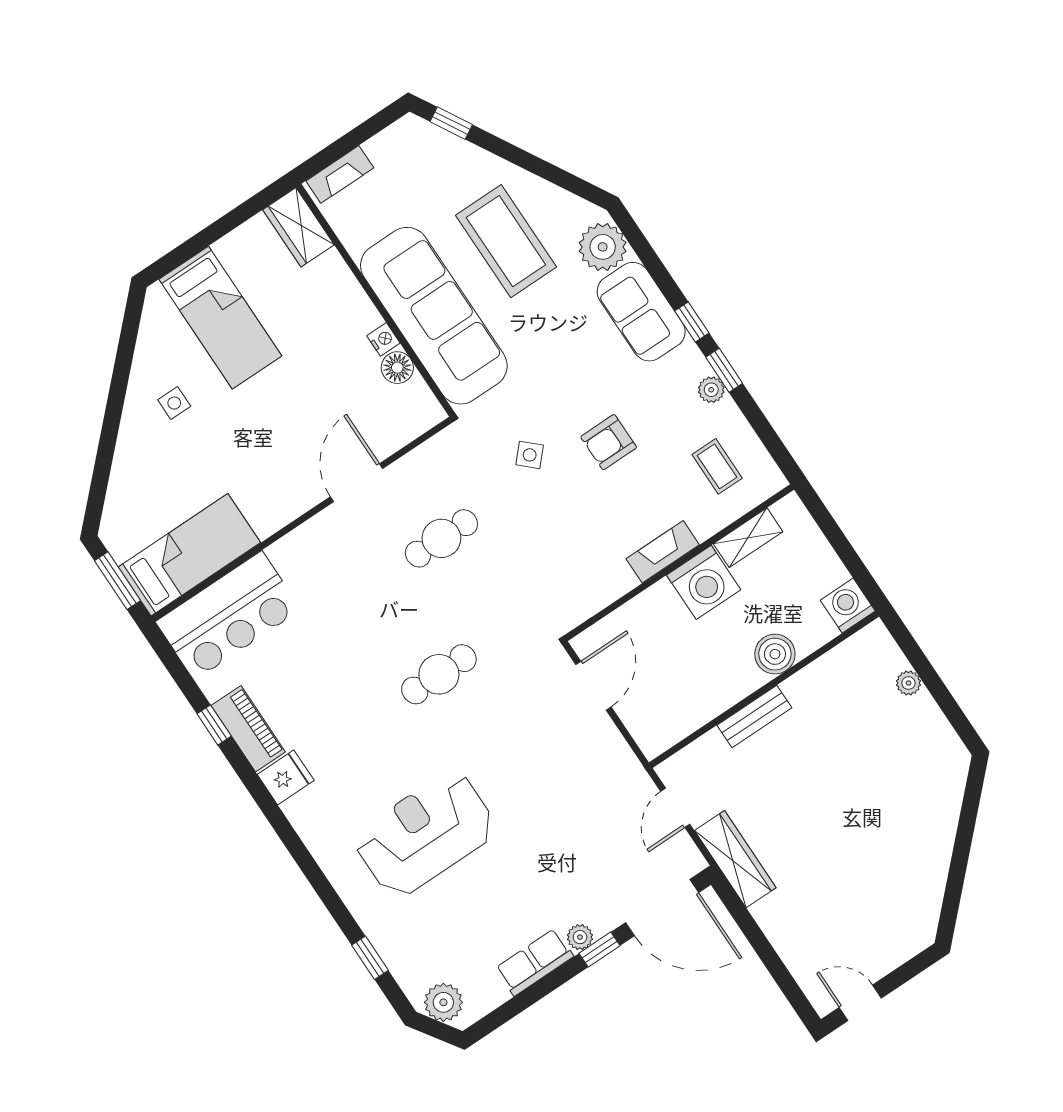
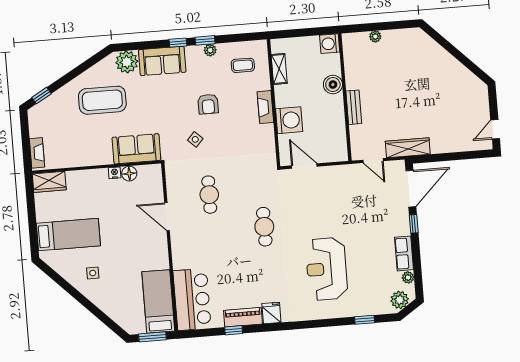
sofa: (434, 316) -> (136, 149), width x0.54, depth x0.79
washing machine: (704, 582) -> (289, 120), moved
plant: (580, 937) -> (408, 277), moved

